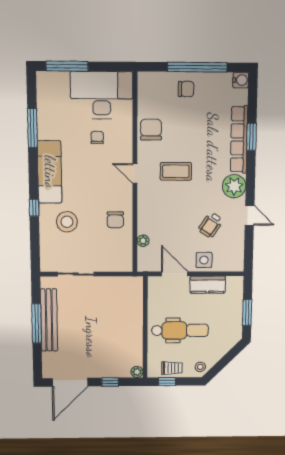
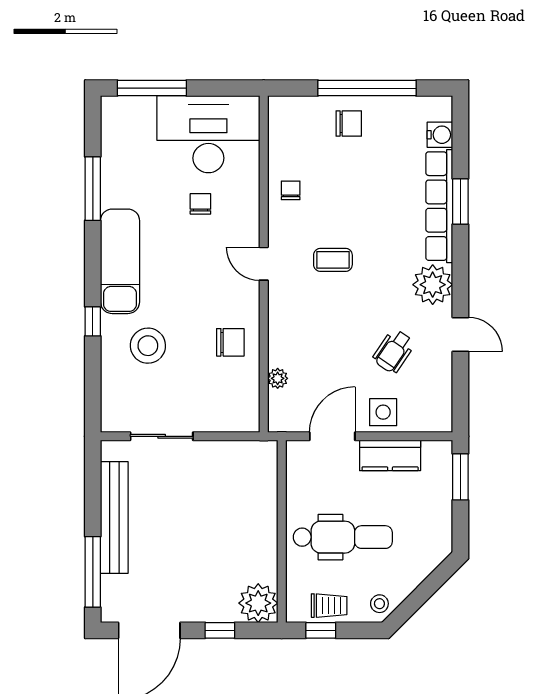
water cooler: (241, 80) -> (440, 135), moved
chair: (151, 130) -> (291, 190), width x0.54, depth x0.54
coffee table: (176, 171) -> (333, 260), width x0.73, depth x0.77
chair: (115, 220) -> (230, 342), turned -90
door: (174, 274) -> (332, 436), hinge flipped
window: (247, 312) -> (460, 477), moved
window: (37, 324) -> (93, 572), moved
plant: (137, 372) -> (258, 603), width x1.88, depth x1.88

